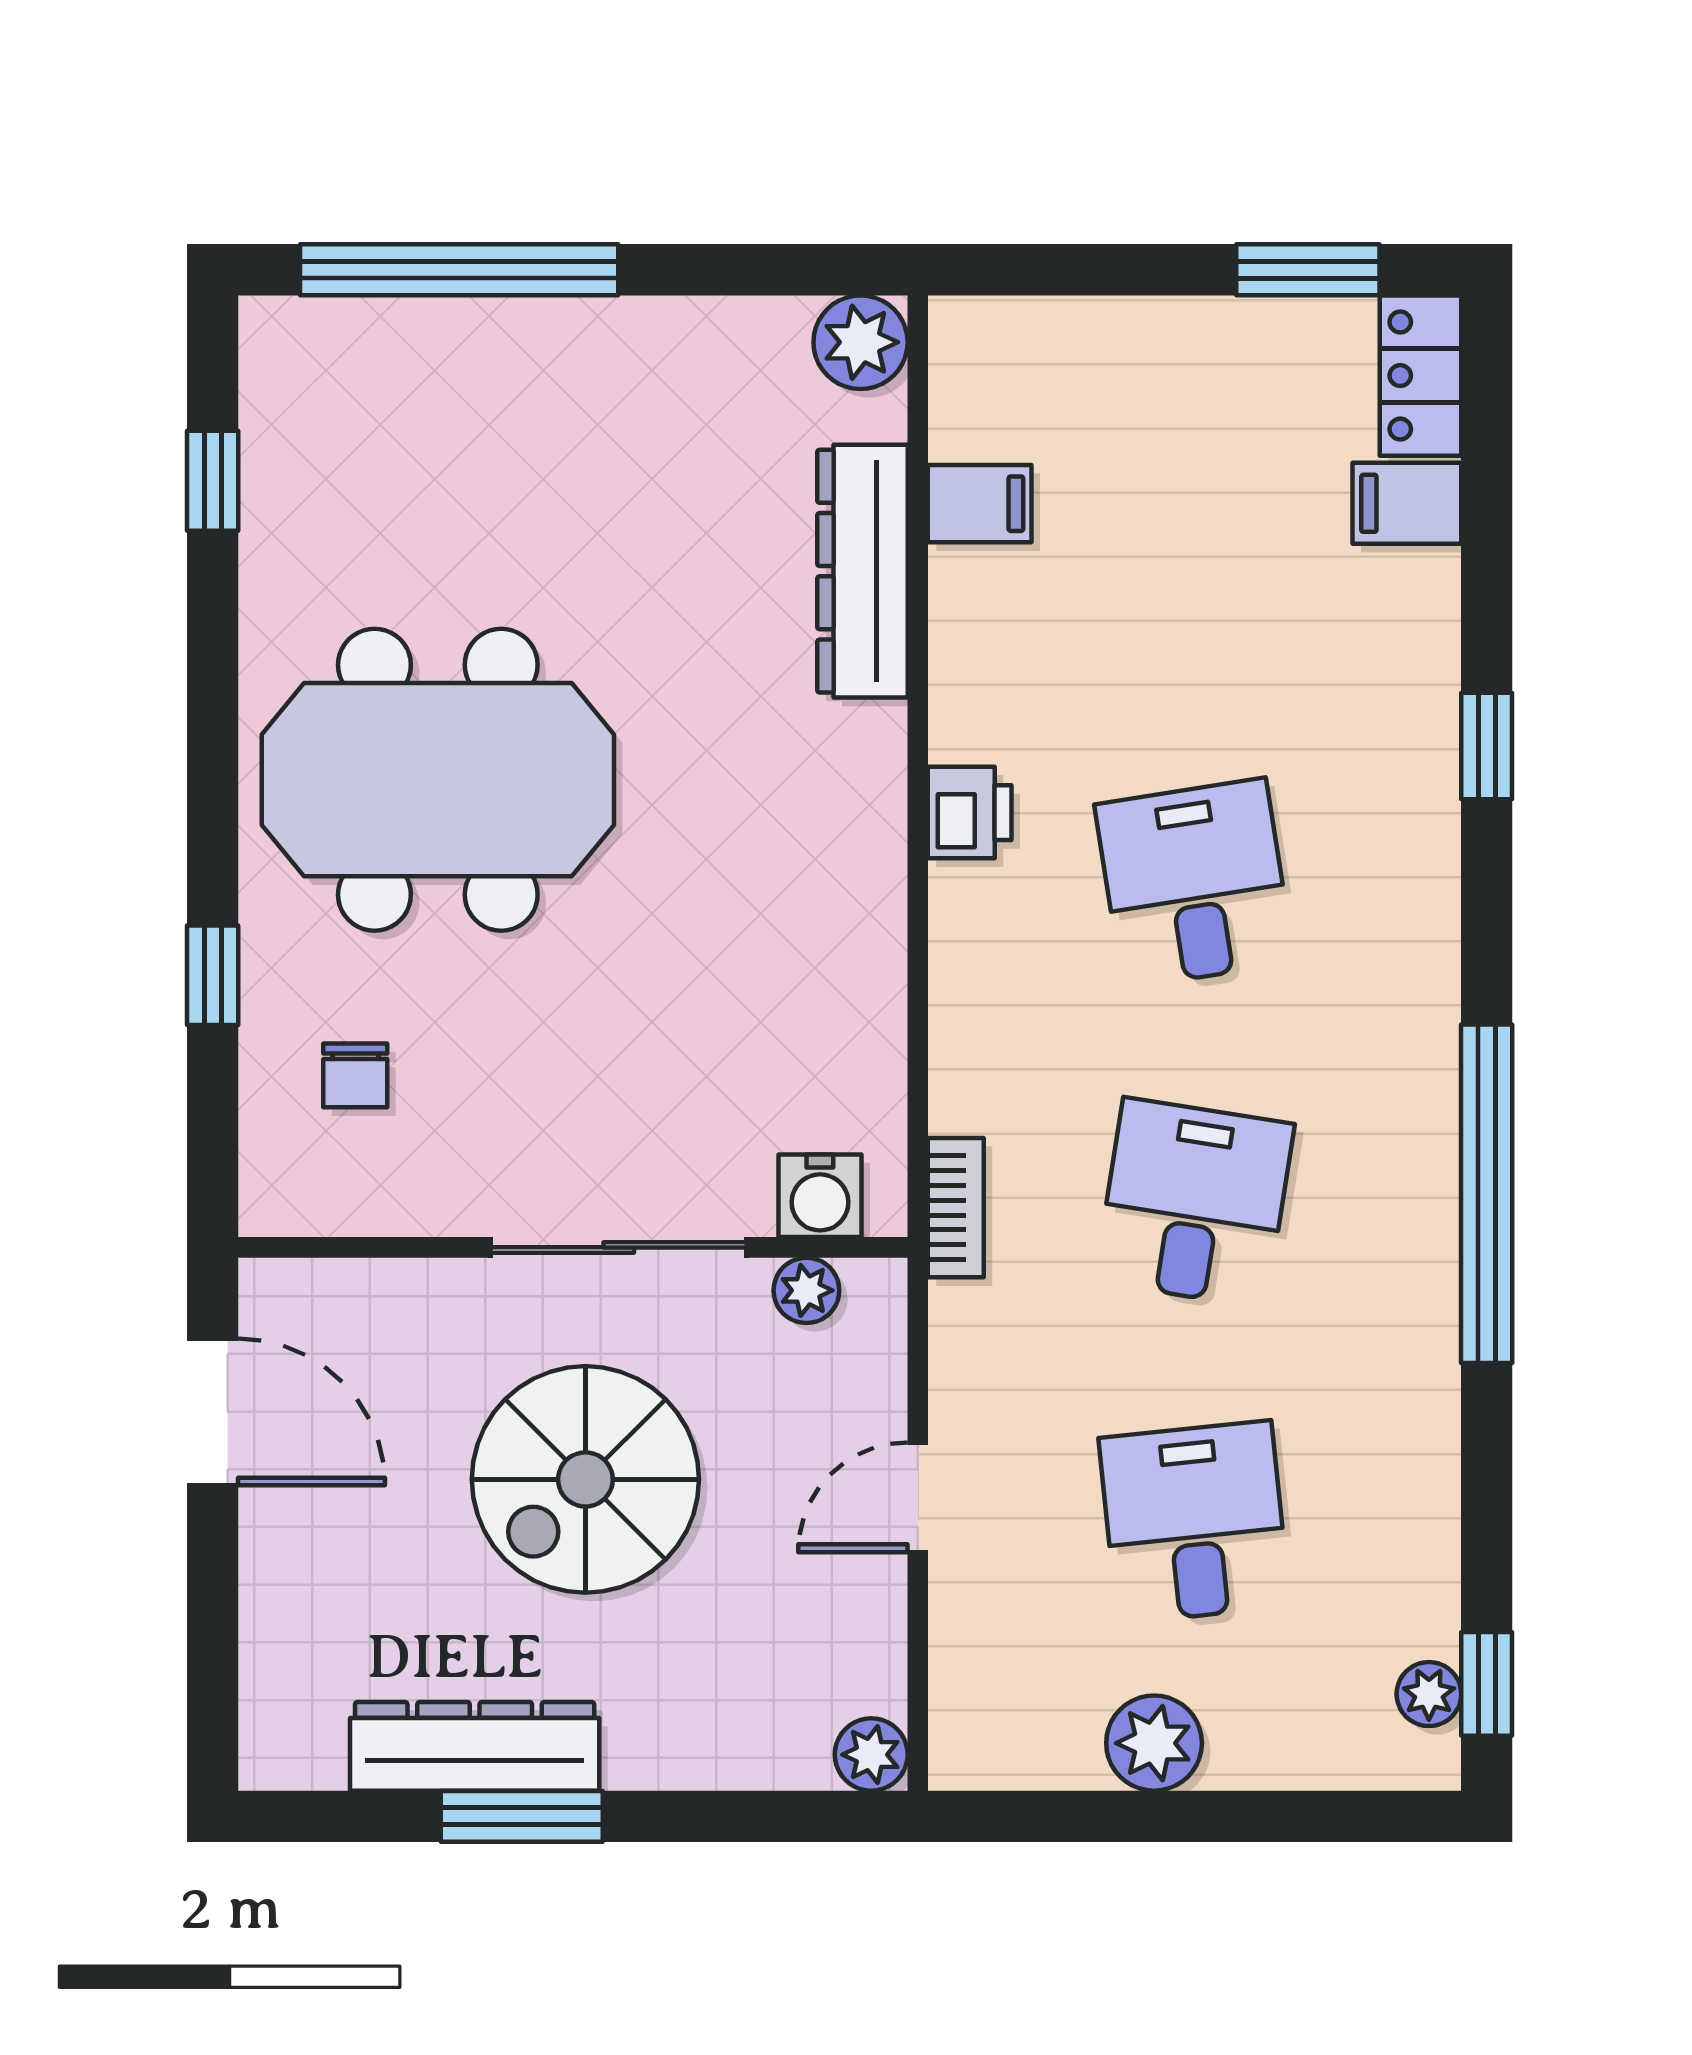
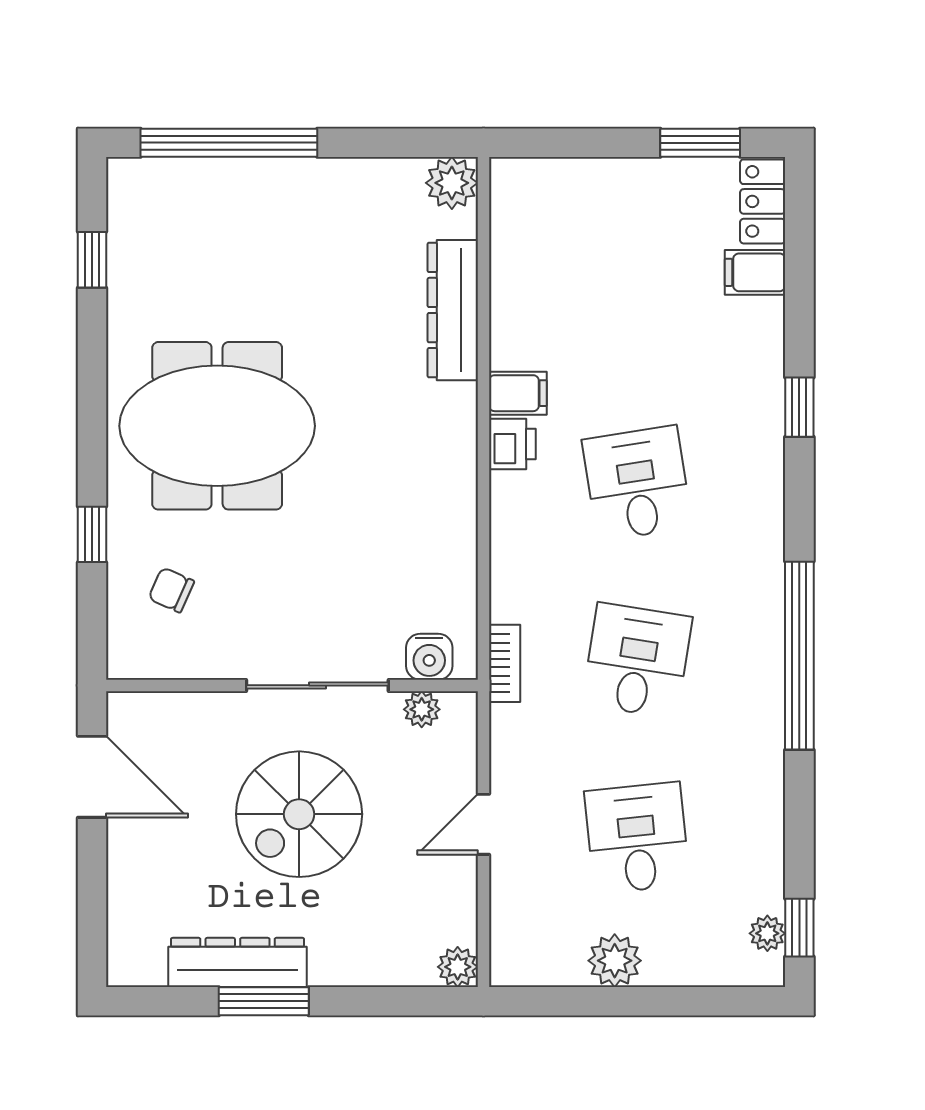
filing cabinet: (980, 504) -> (518, 393), moved
chair: (355, 1075) -> (171, 590), turned 114

